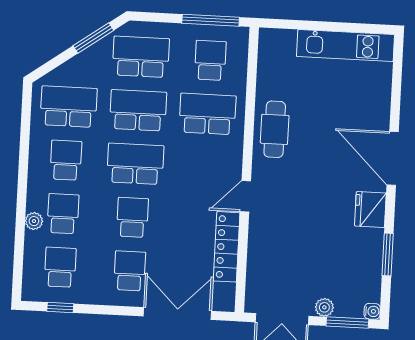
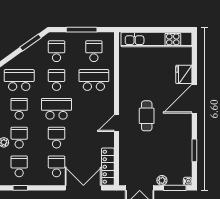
window: (211, 20) -> (82, 30), moved
kitchen unit: (346, 46) -> (157, 39), width x1.36
school desk: (141, 57) -> (57, 51), width x0.54
school desk: (138, 110) -> (57, 80), width x0.54
cafe table: (275, 129) -> (147, 116), moved
door: (393, 158) -> (194, 99), hinge flipped
fridge: (370, 210) -> (184, 74), moved
locker: (227, 247) -> (108, 167), moved

